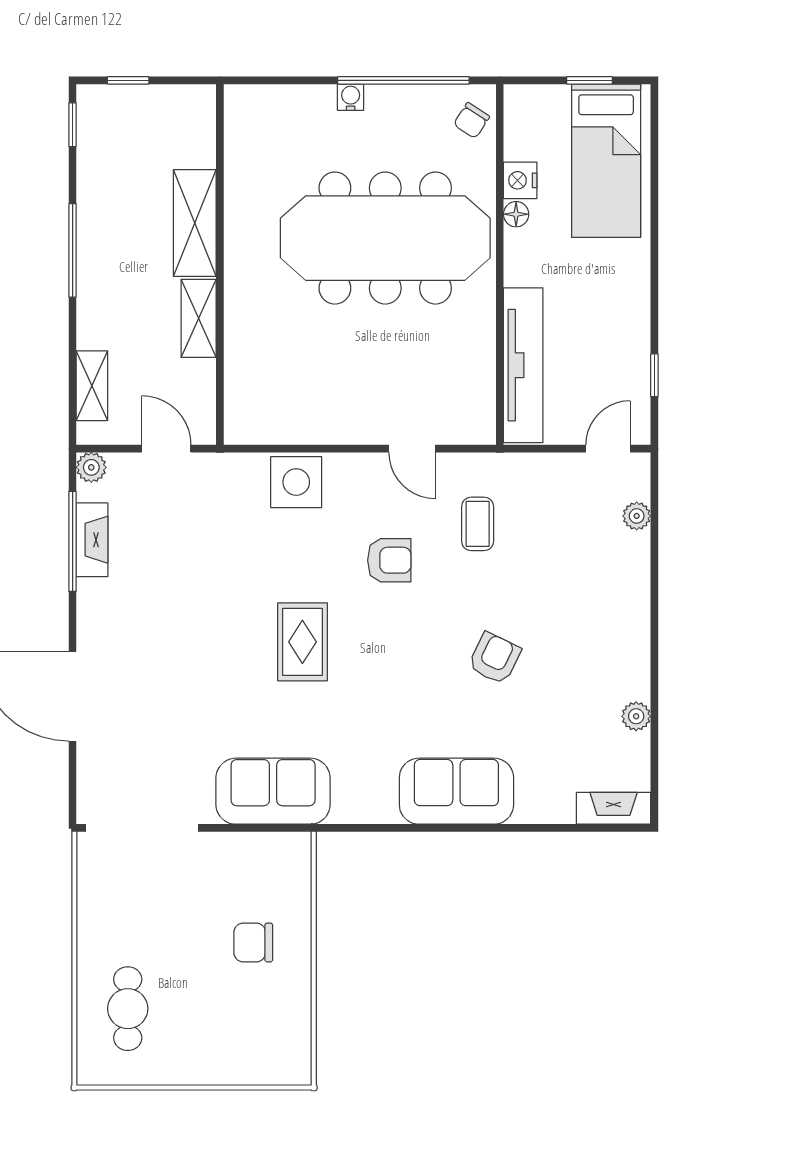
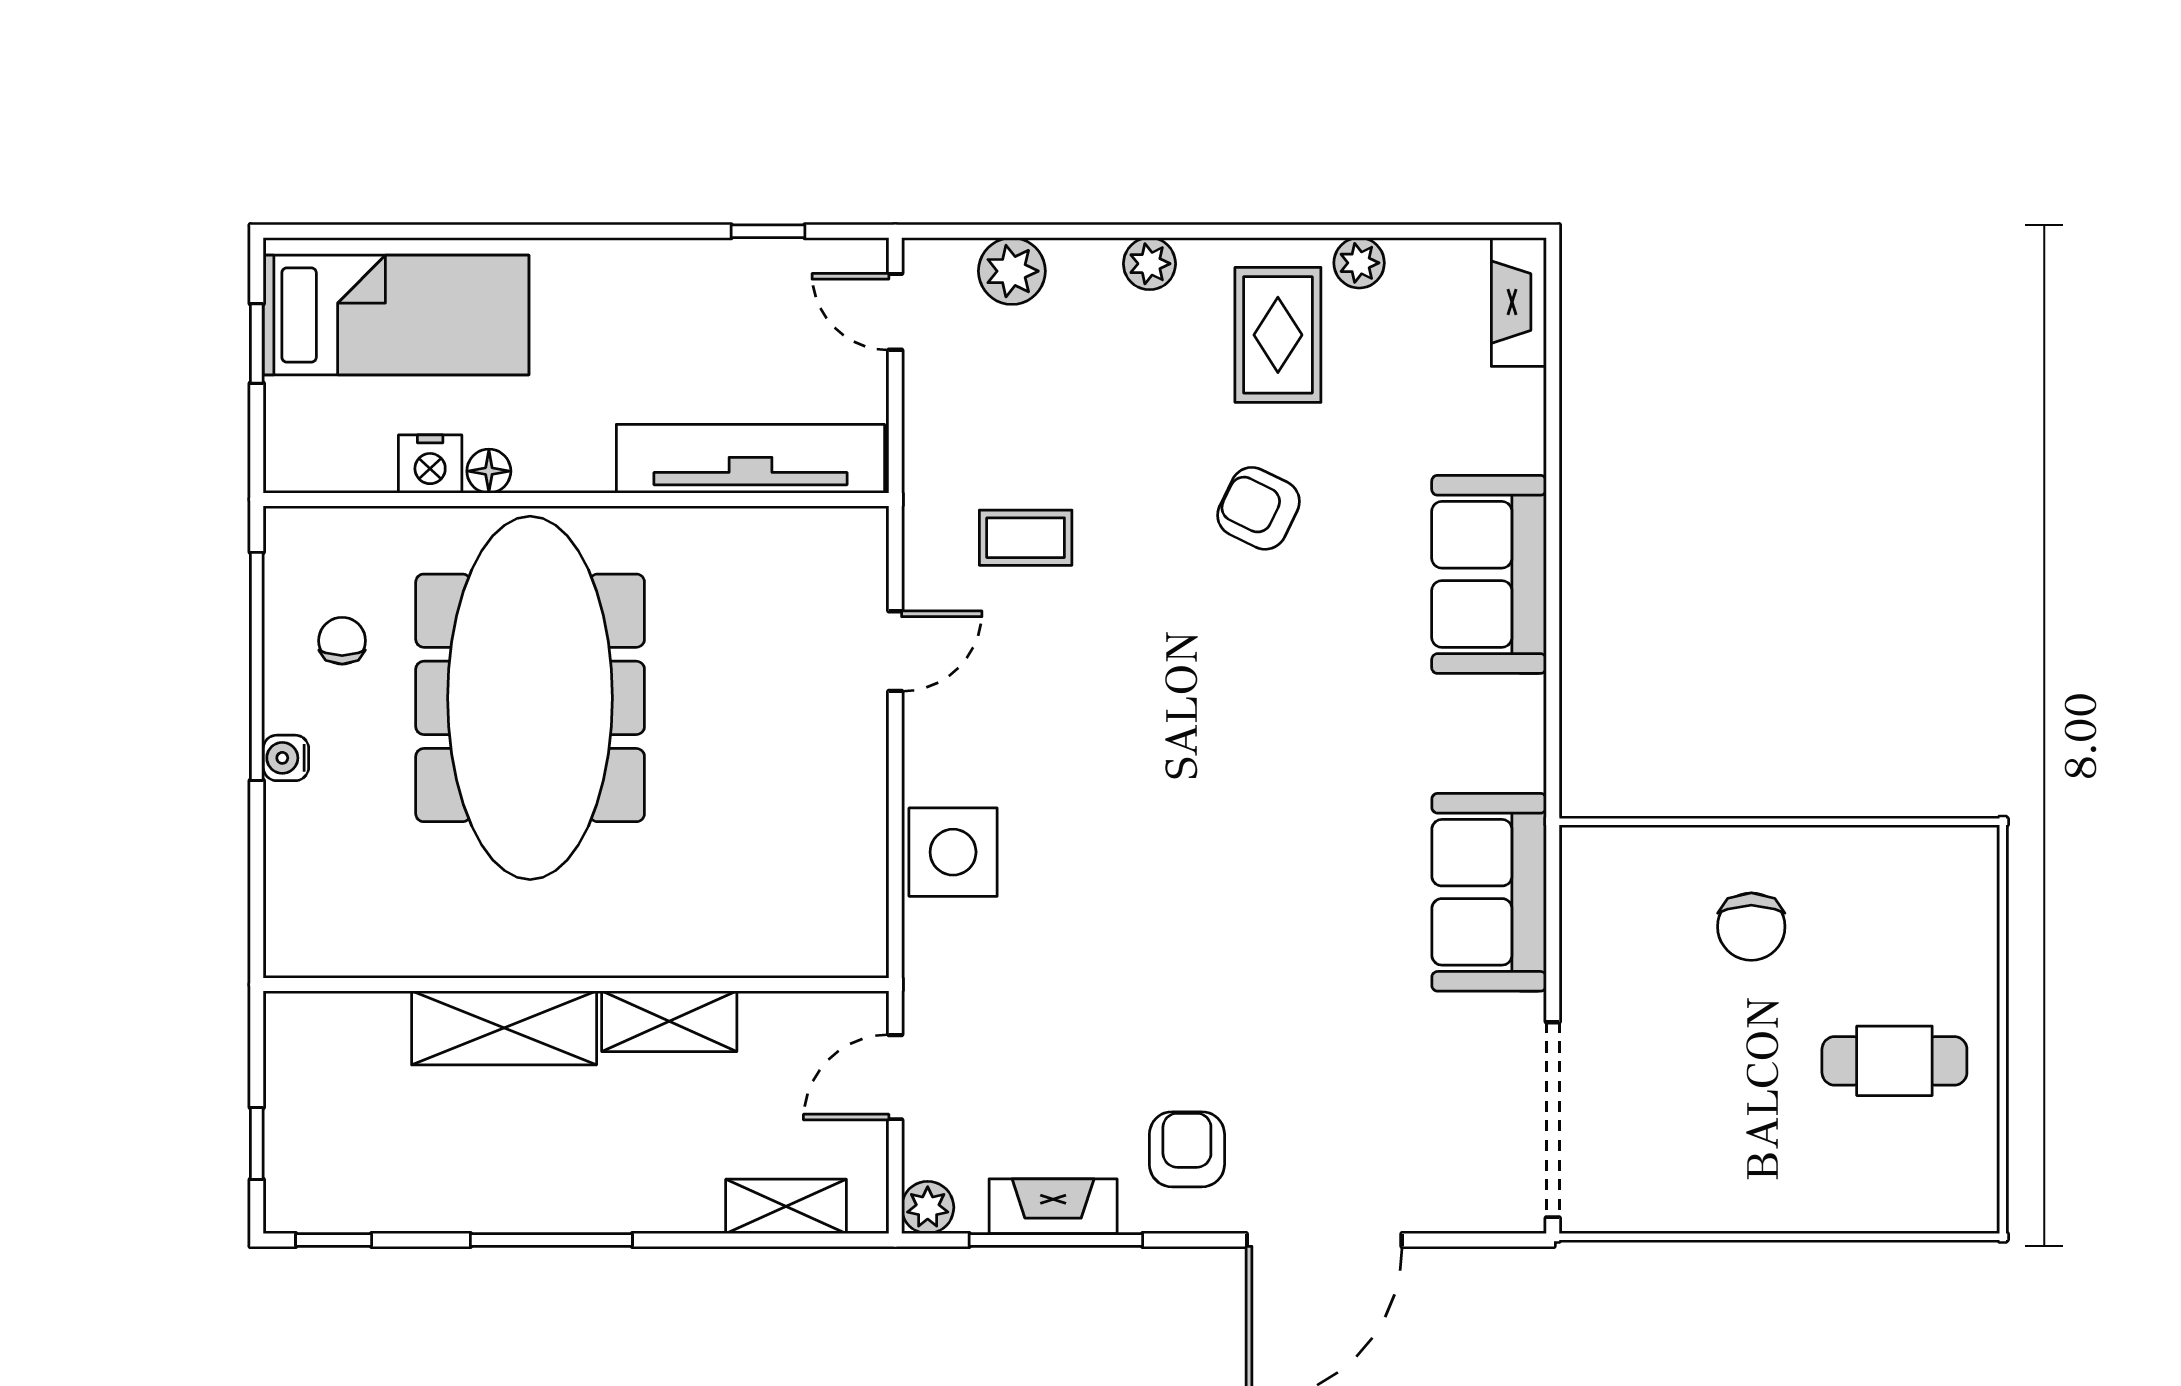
chair: (472, 120) -> (342, 641), moved, turned -123
plant: (637, 516) -> (1012, 271), width x1.38, depth x1.38
armchair: (389, 560) -> (1187, 1149), moved
plant: (636, 595) -> (1149, 264), added
rug: (302, 642) -> (1278, 335), moved, turned 90
cafe table: (128, 1009) -> (1894, 1061), moved

